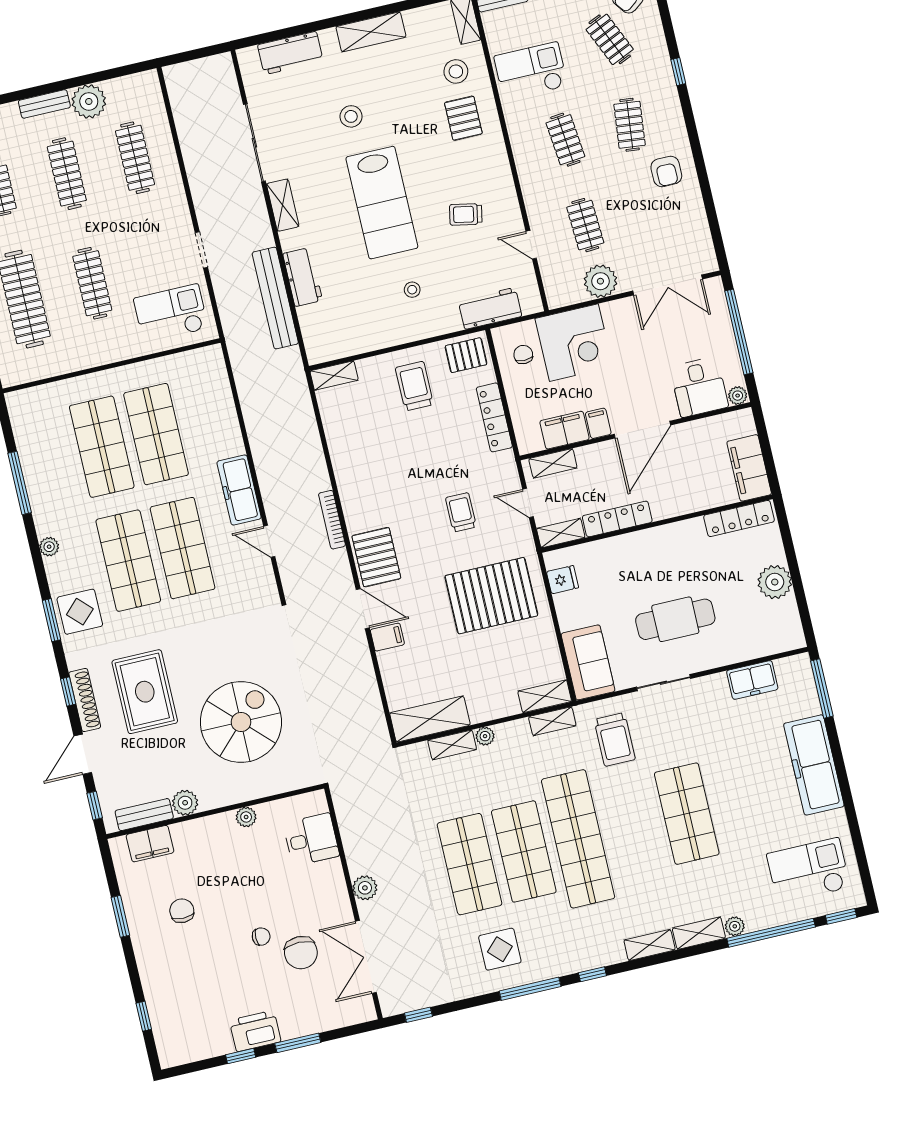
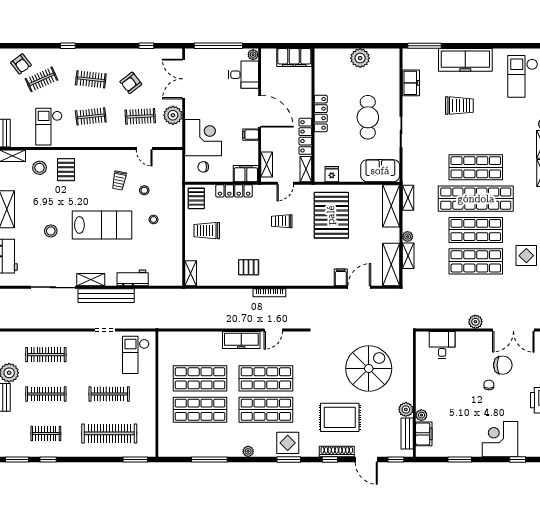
pallet: (463, 118) -> (66, 170), turned 90
armchair: (666, 171) -> (131, 83), moved, turned 142
window: (710, 207) -> (146, 46), added
door: (531, 245) -> (144, 149), hinge flipped
stool: (459, 262) -> (144, 190), added
double door: (668, 285) -> (184, 79), swing flipped
bench: (275, 298) -> (106, 296), moved
workbench: (490, 308) -> (174, 179), removed
filing cabinet: (565, 430) -> (246, 174), moved, turned 90
locker: (739, 518) -> (321, 113), moved
pallet: (376, 557) -> (249, 267), moved, width x0.67, depth x0.71
door: (363, 609) -> (359, 287), moved
shelving: (545, 696) -> (391, 206), width x1.50, depth x1.33
spiral stairs: (241, 722) -> (369, 369), turned 90
trolley: (615, 739) -> (459, 106), moved
shop shelf: (687, 814) -> (476, 167), moved
plant: (246, 817) -> (421, 415), moved
chair: (182, 911) -> (465, 425), removed
corner desk: (172, 978) -> (500, 439), added

